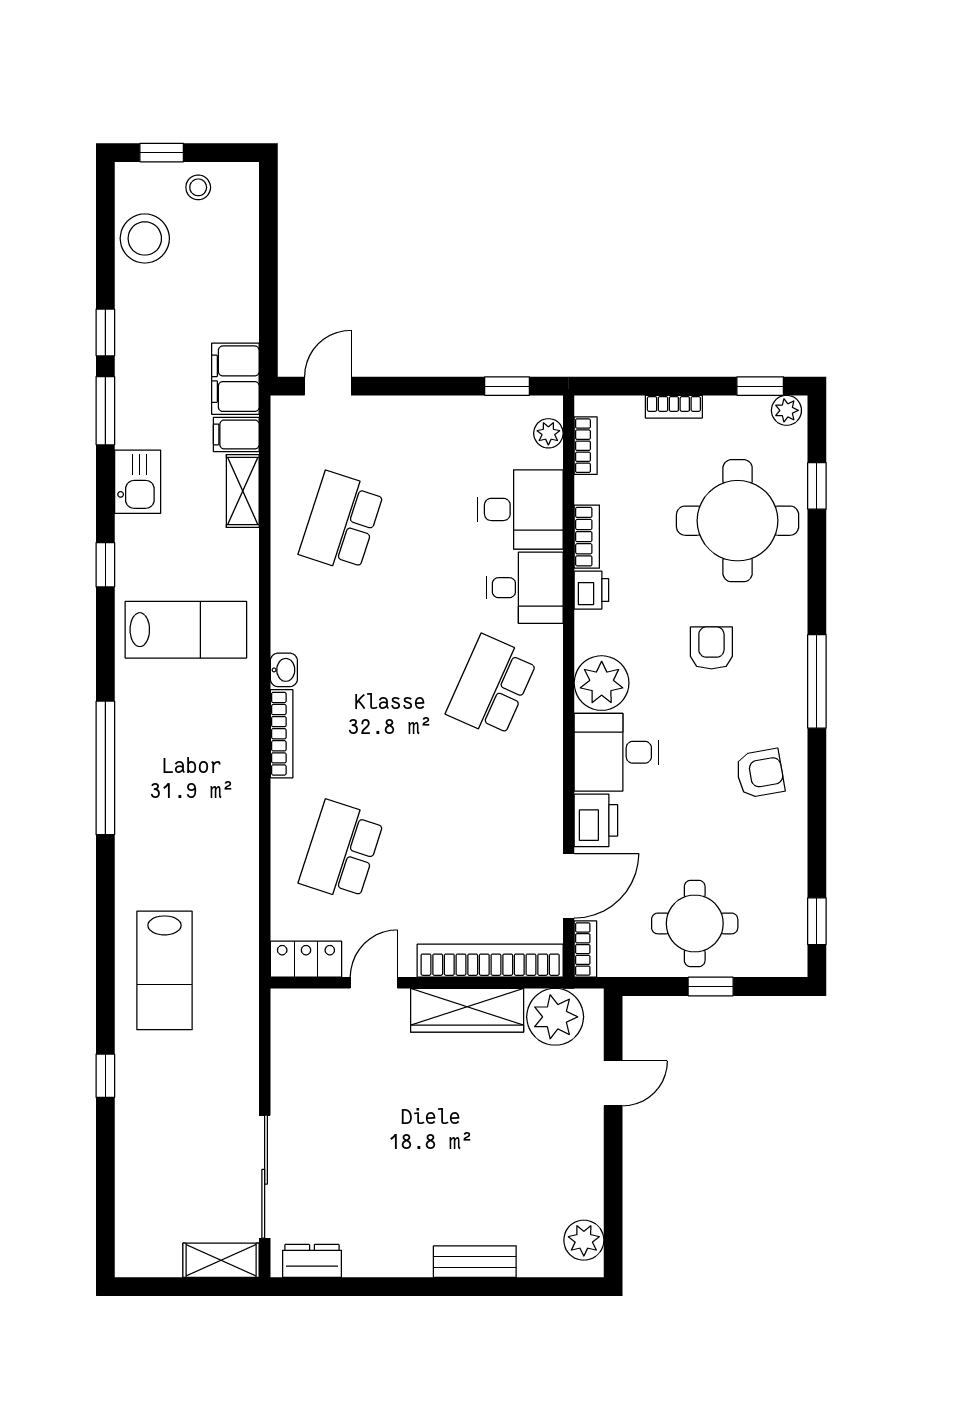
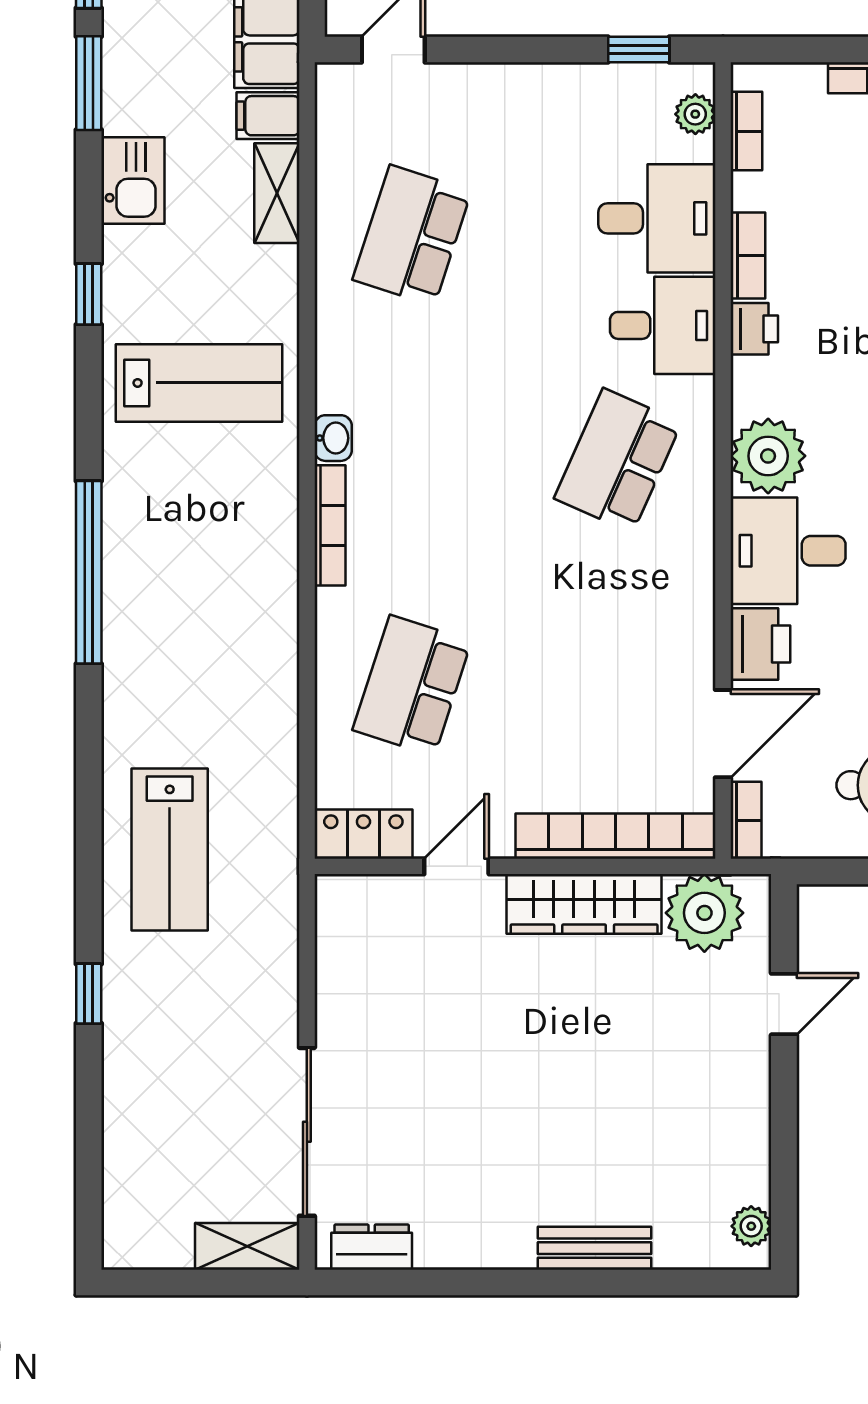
plant: (584, 1240) -> (751, 1226), width x0.73, depth x0.73

